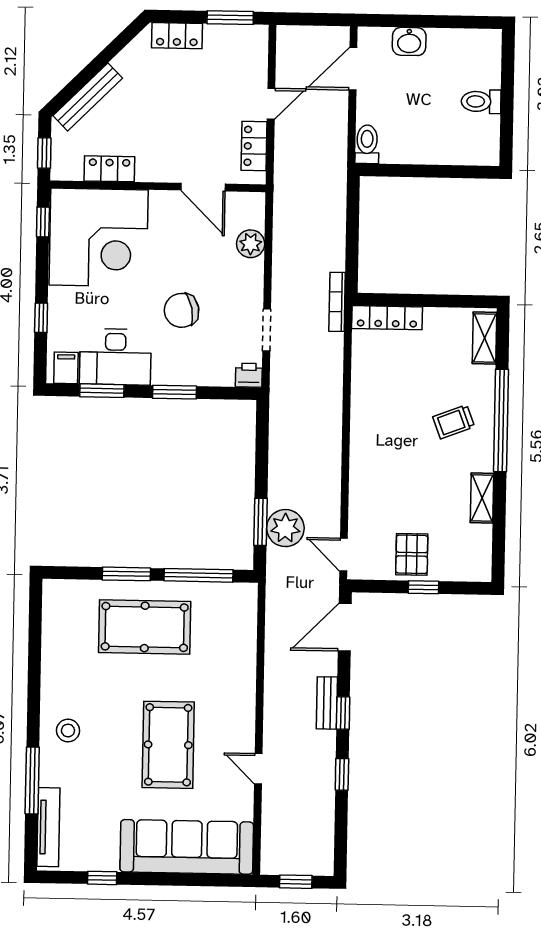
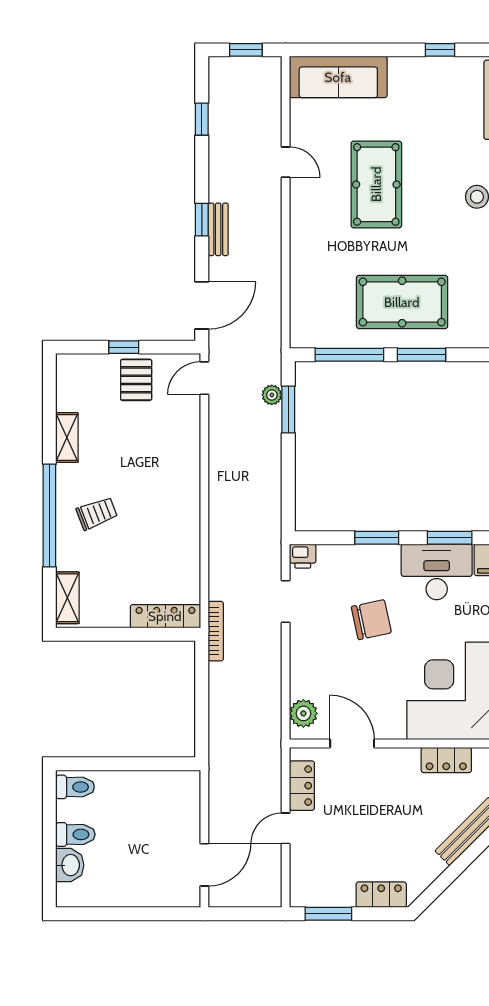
washbasin: (409, 41) -> (70, 865), moved, turned 90
toilet: (367, 144) -> (75, 787), moved, turned -90
plant: (251, 244) -> (303, 713), moved
plant: (285, 528) -> (272, 395), width x0.53, depth x0.53
door: (344, 555) -> (204, 378), swing flipped
window: (342, 774) -> (202, 119), moved
sofa: (187, 847) -> (338, 77), width x0.74, depth x0.79

